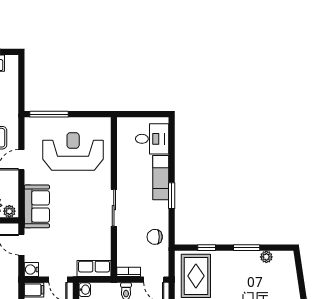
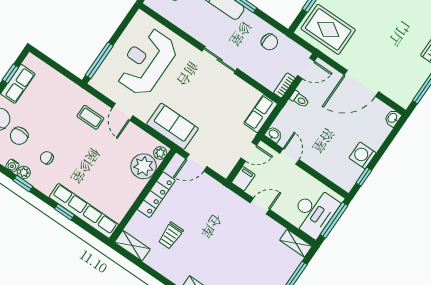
chair: (155, 237) -> (269, 42), turned -82
water cooler: (31, 269) -> (224, 169), removed

